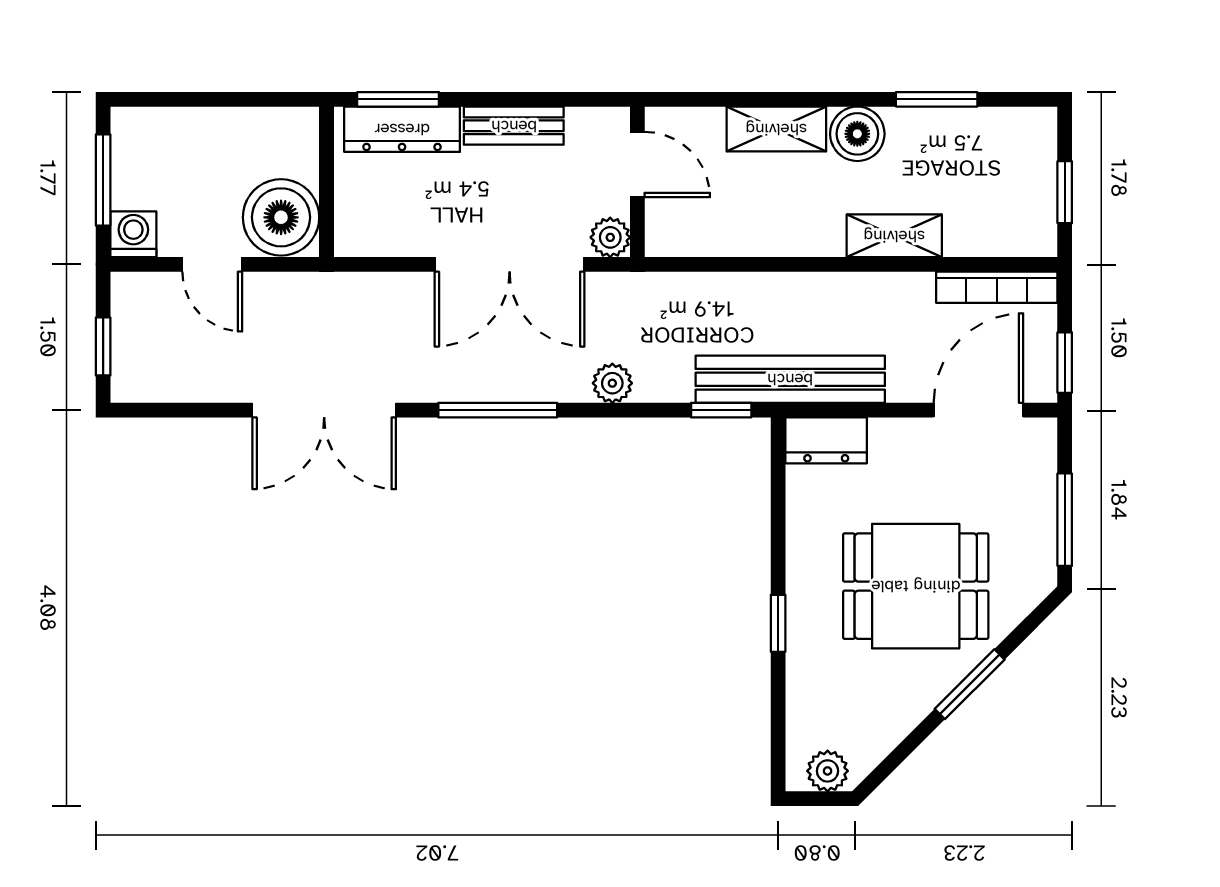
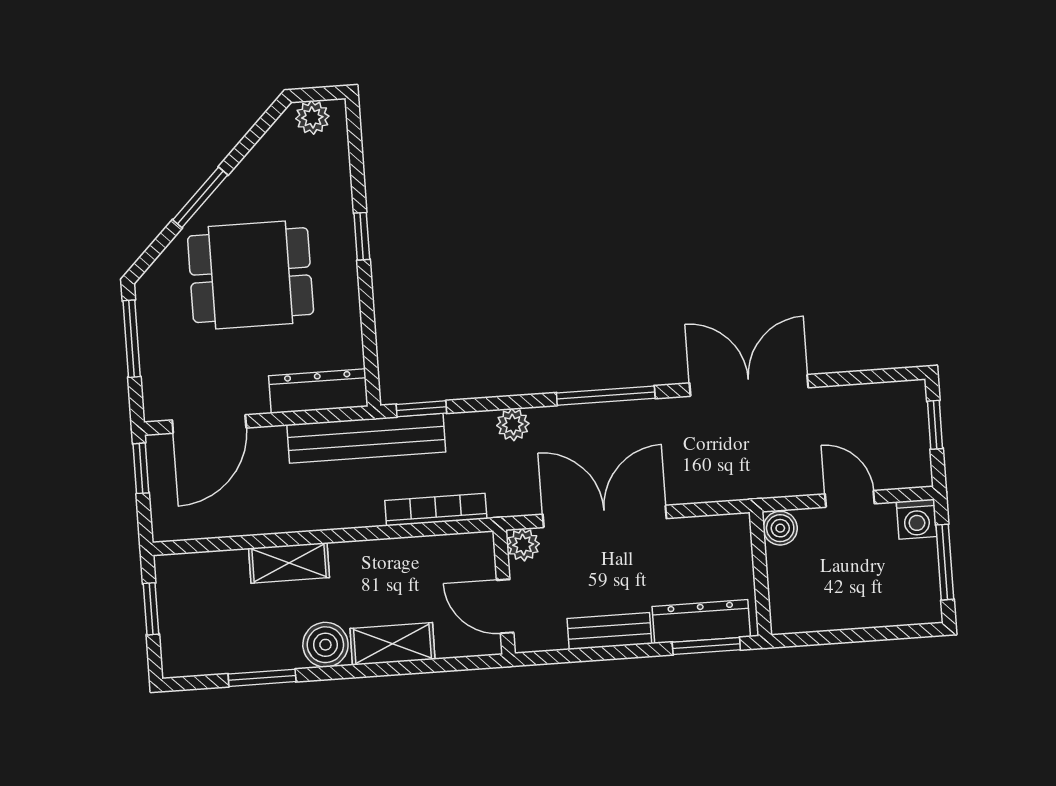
boiler: (281, 217) -> (780, 528), width x0.54, depth x0.54
bookcase: (997, 287) -> (436, 510), moved
dresser: (826, 440) -> (318, 391), width x1.44

